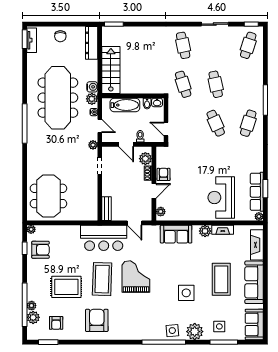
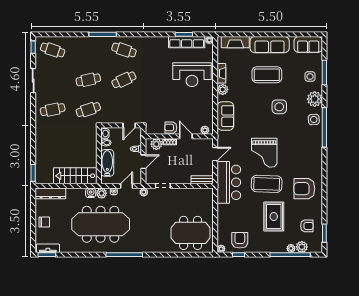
grand piano: (136, 277) -> (264, 153), turned -90

